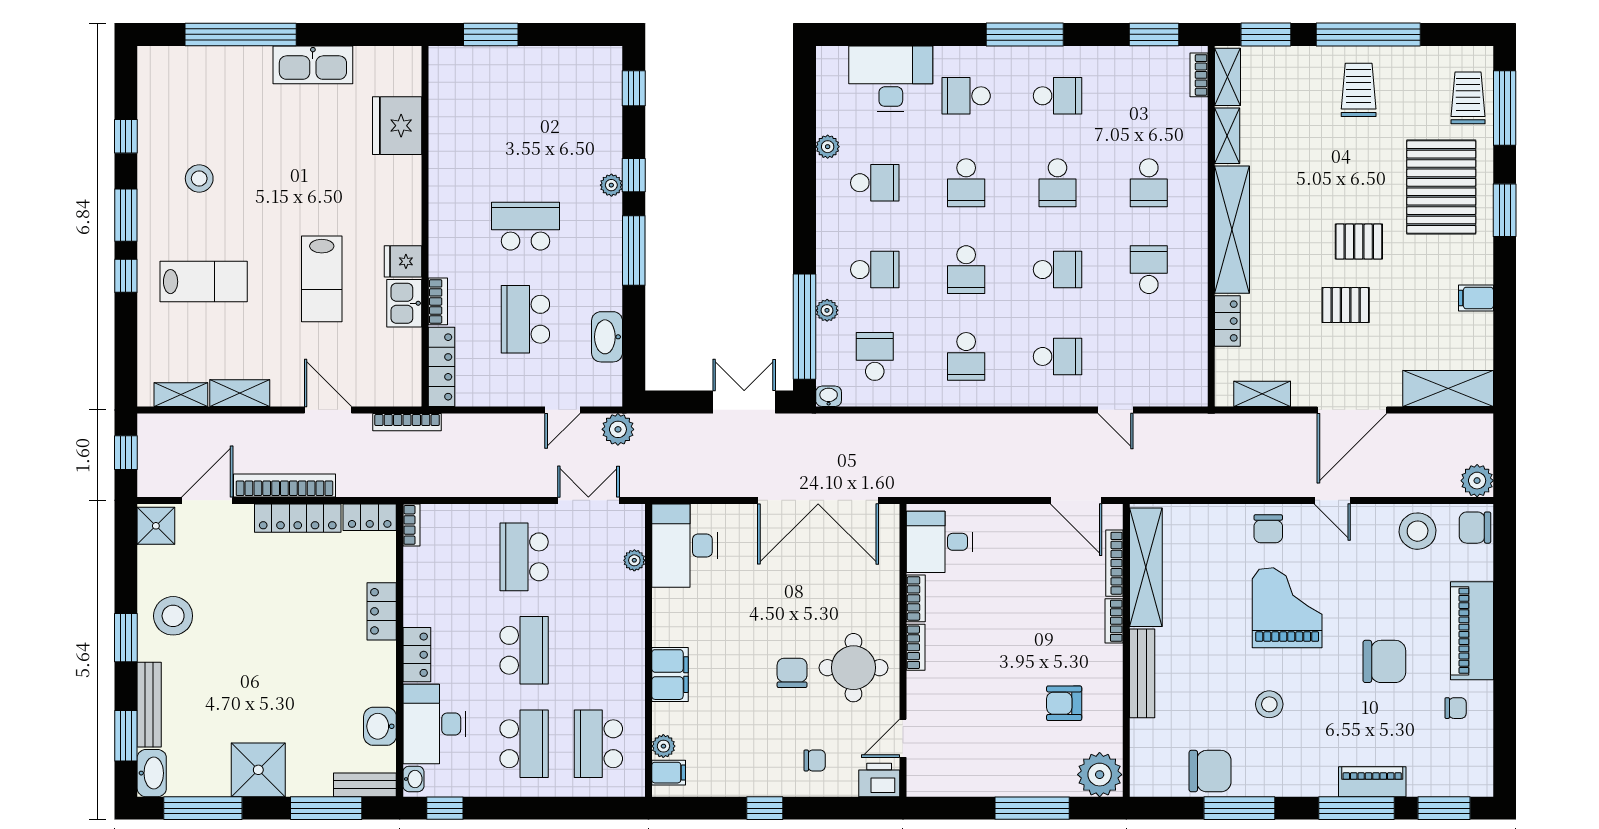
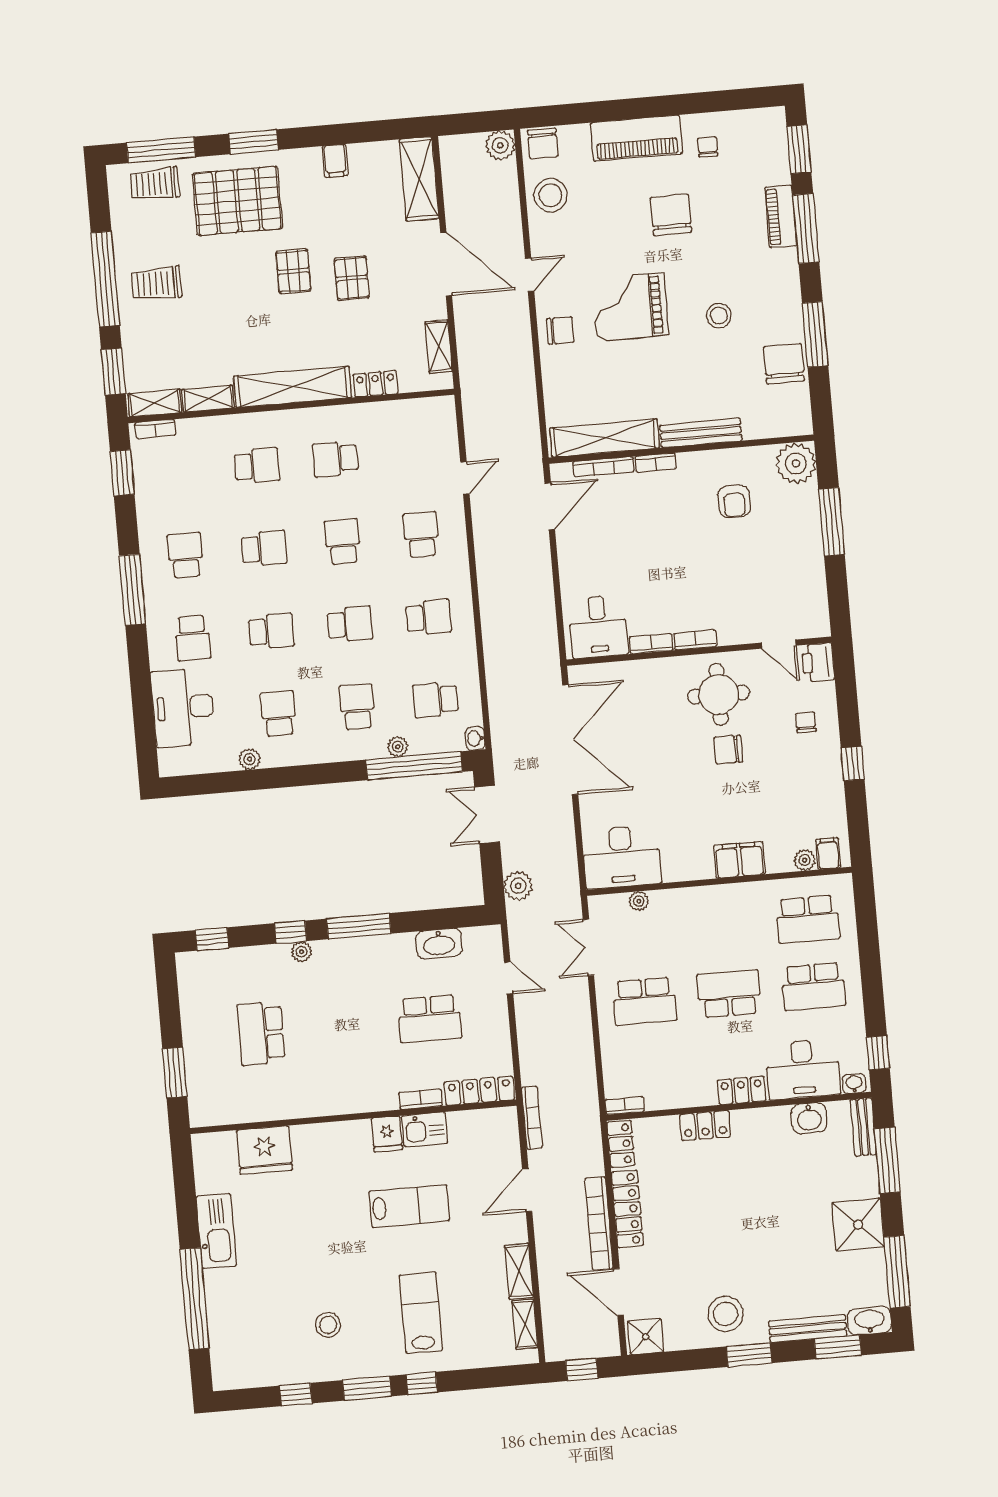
school desk: (525, 226) -> (261, 1033), moved
plant: (618, 429) -> (518, 886), moved
school desk: (524, 744) -> (814, 986), turned 180

